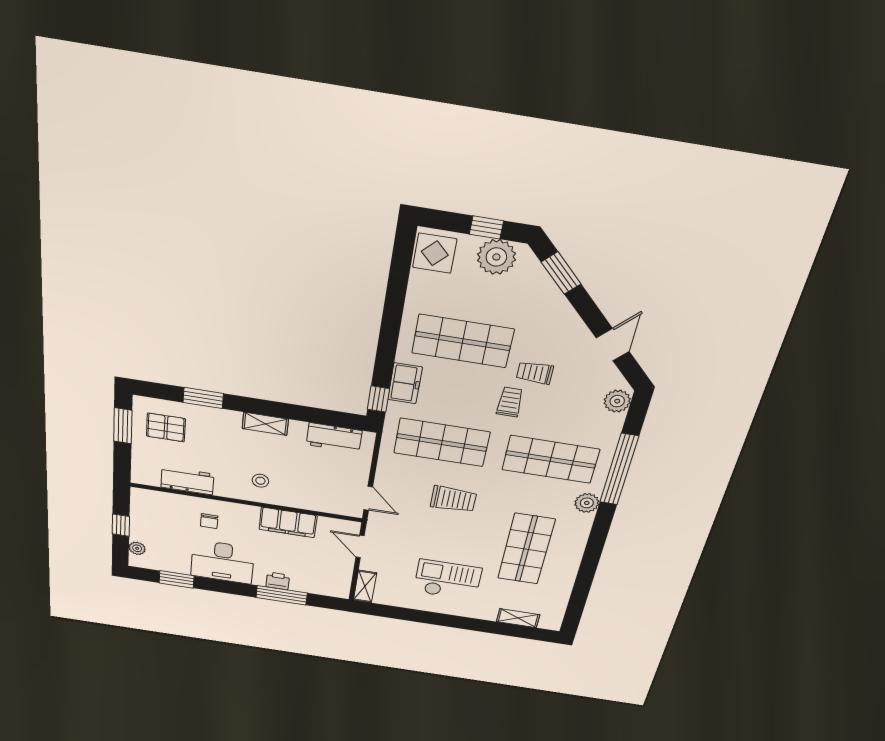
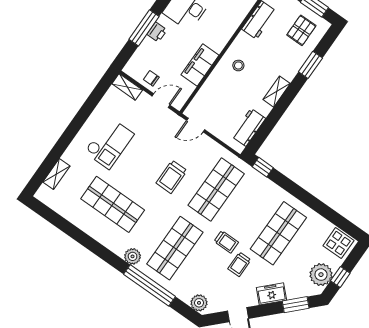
trolley: (535, 373) -> (239, 264), turned 180
freezer: (405, 383) -> (271, 294), moved, turned 135
chair: (209, 521) -> (151, 78), moved

